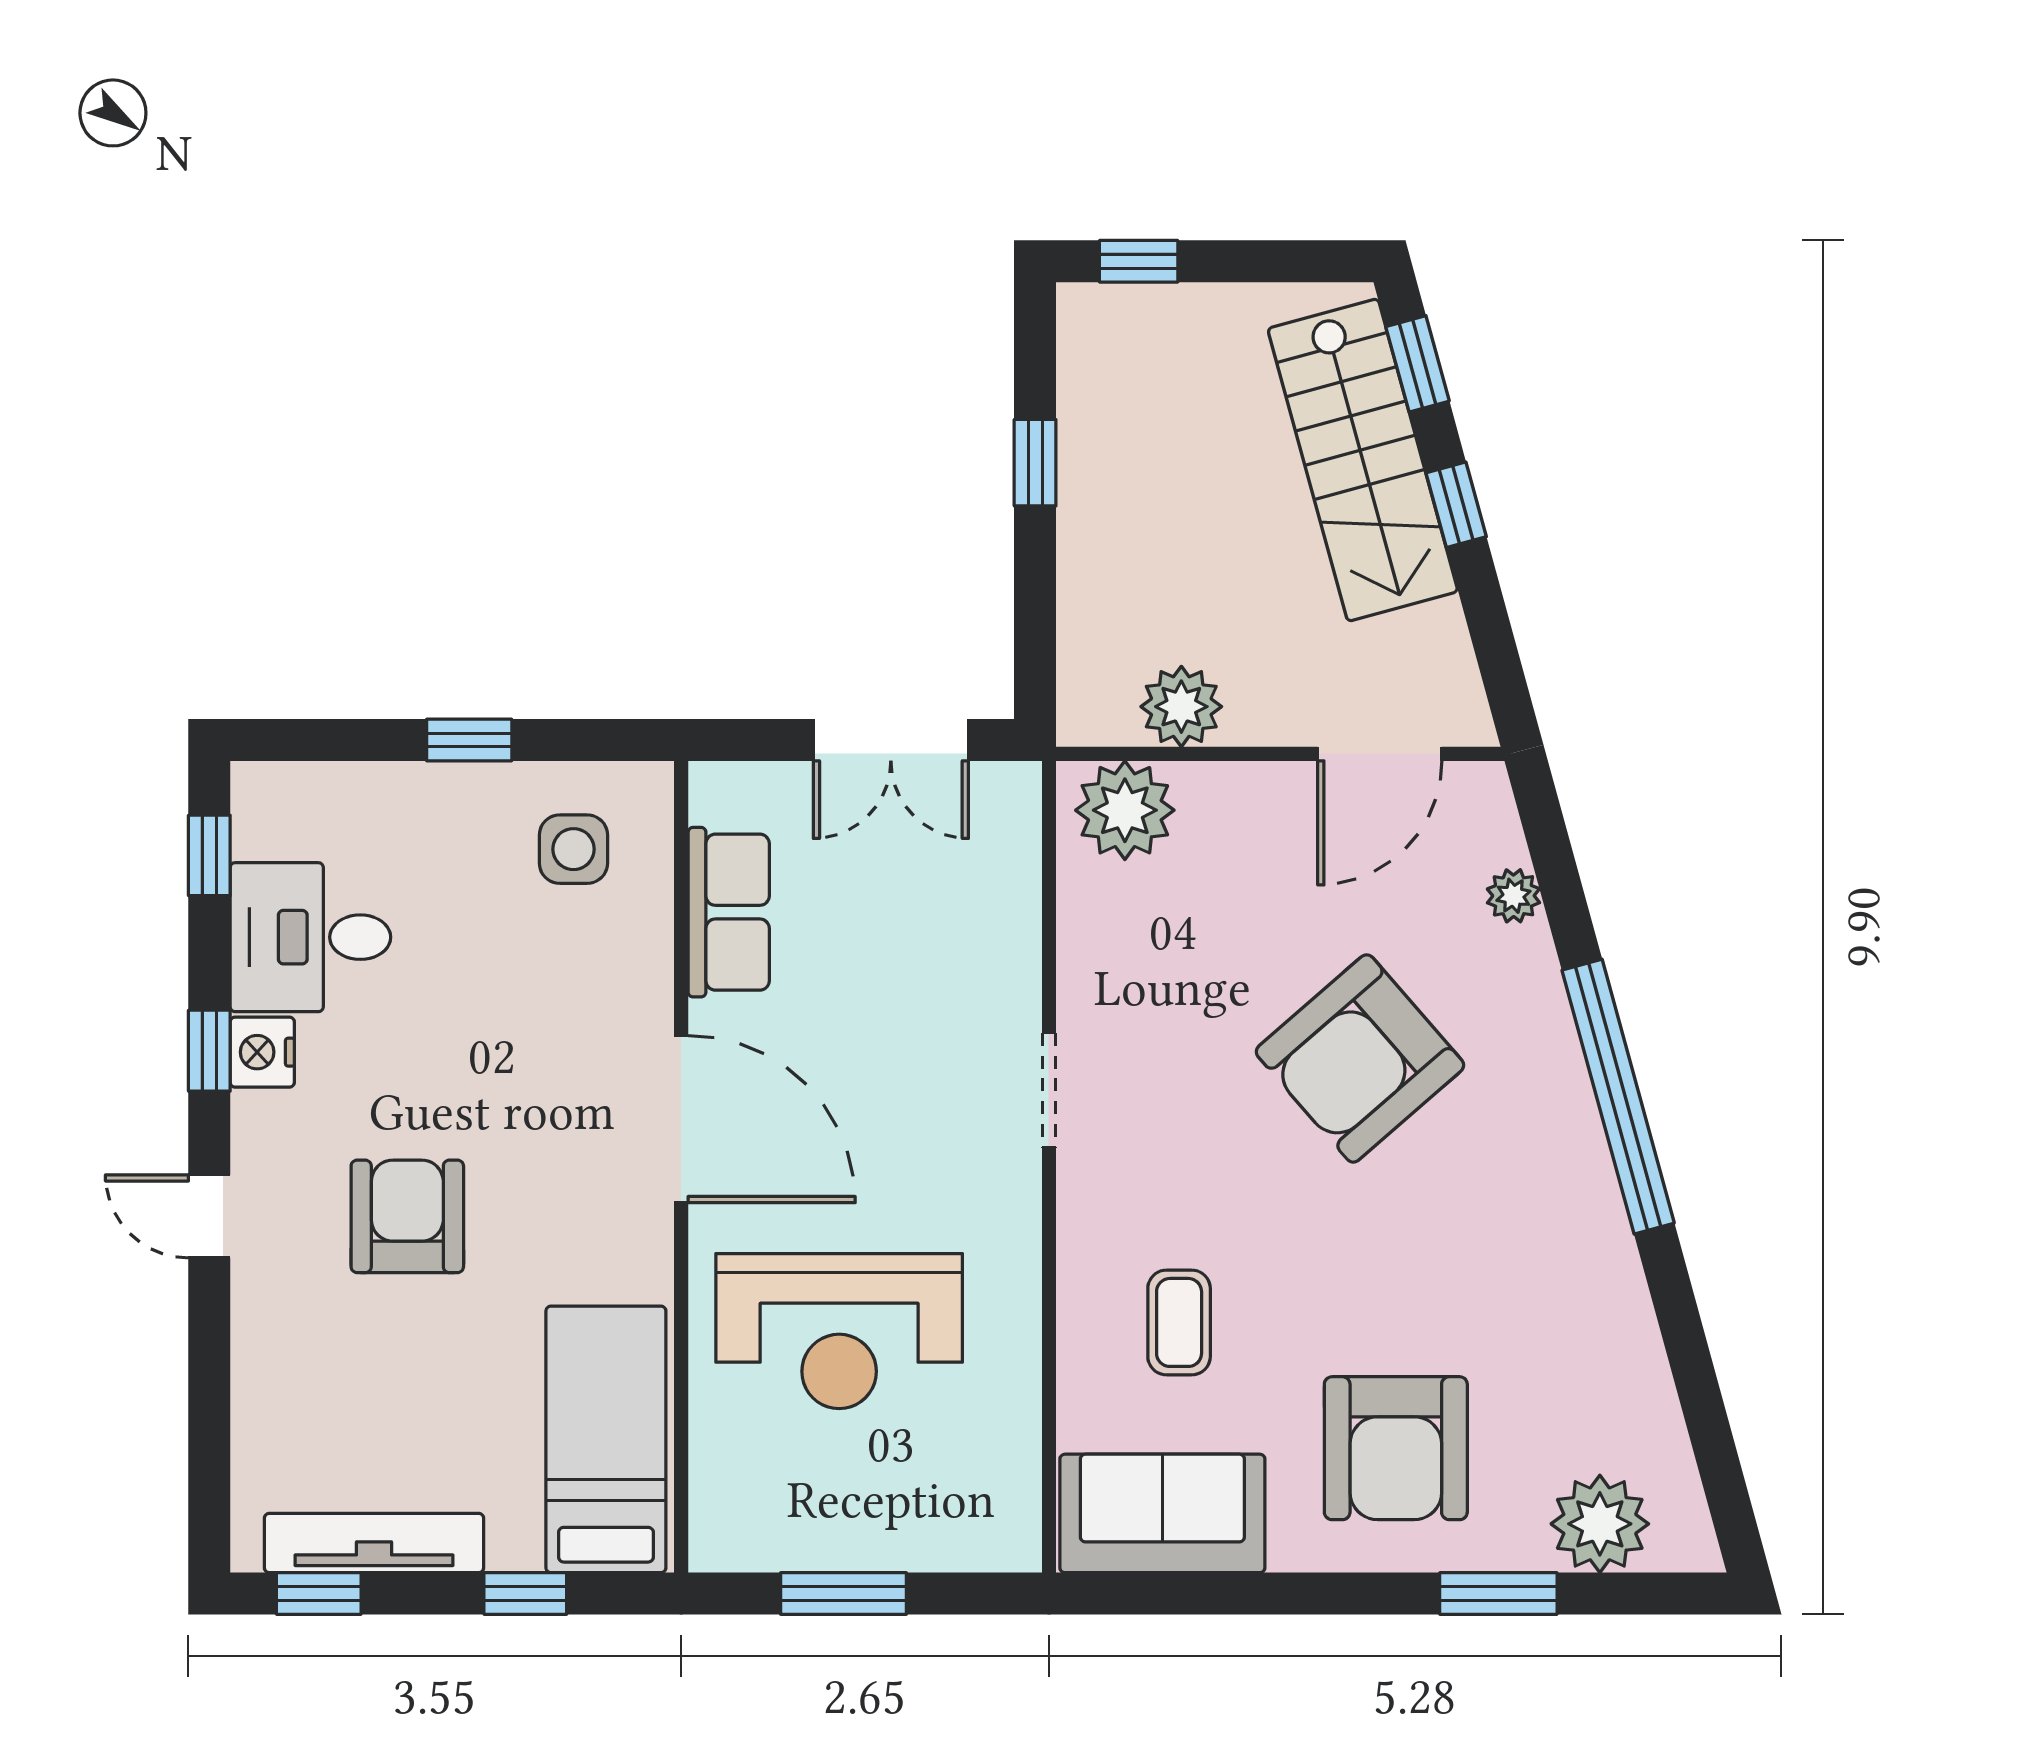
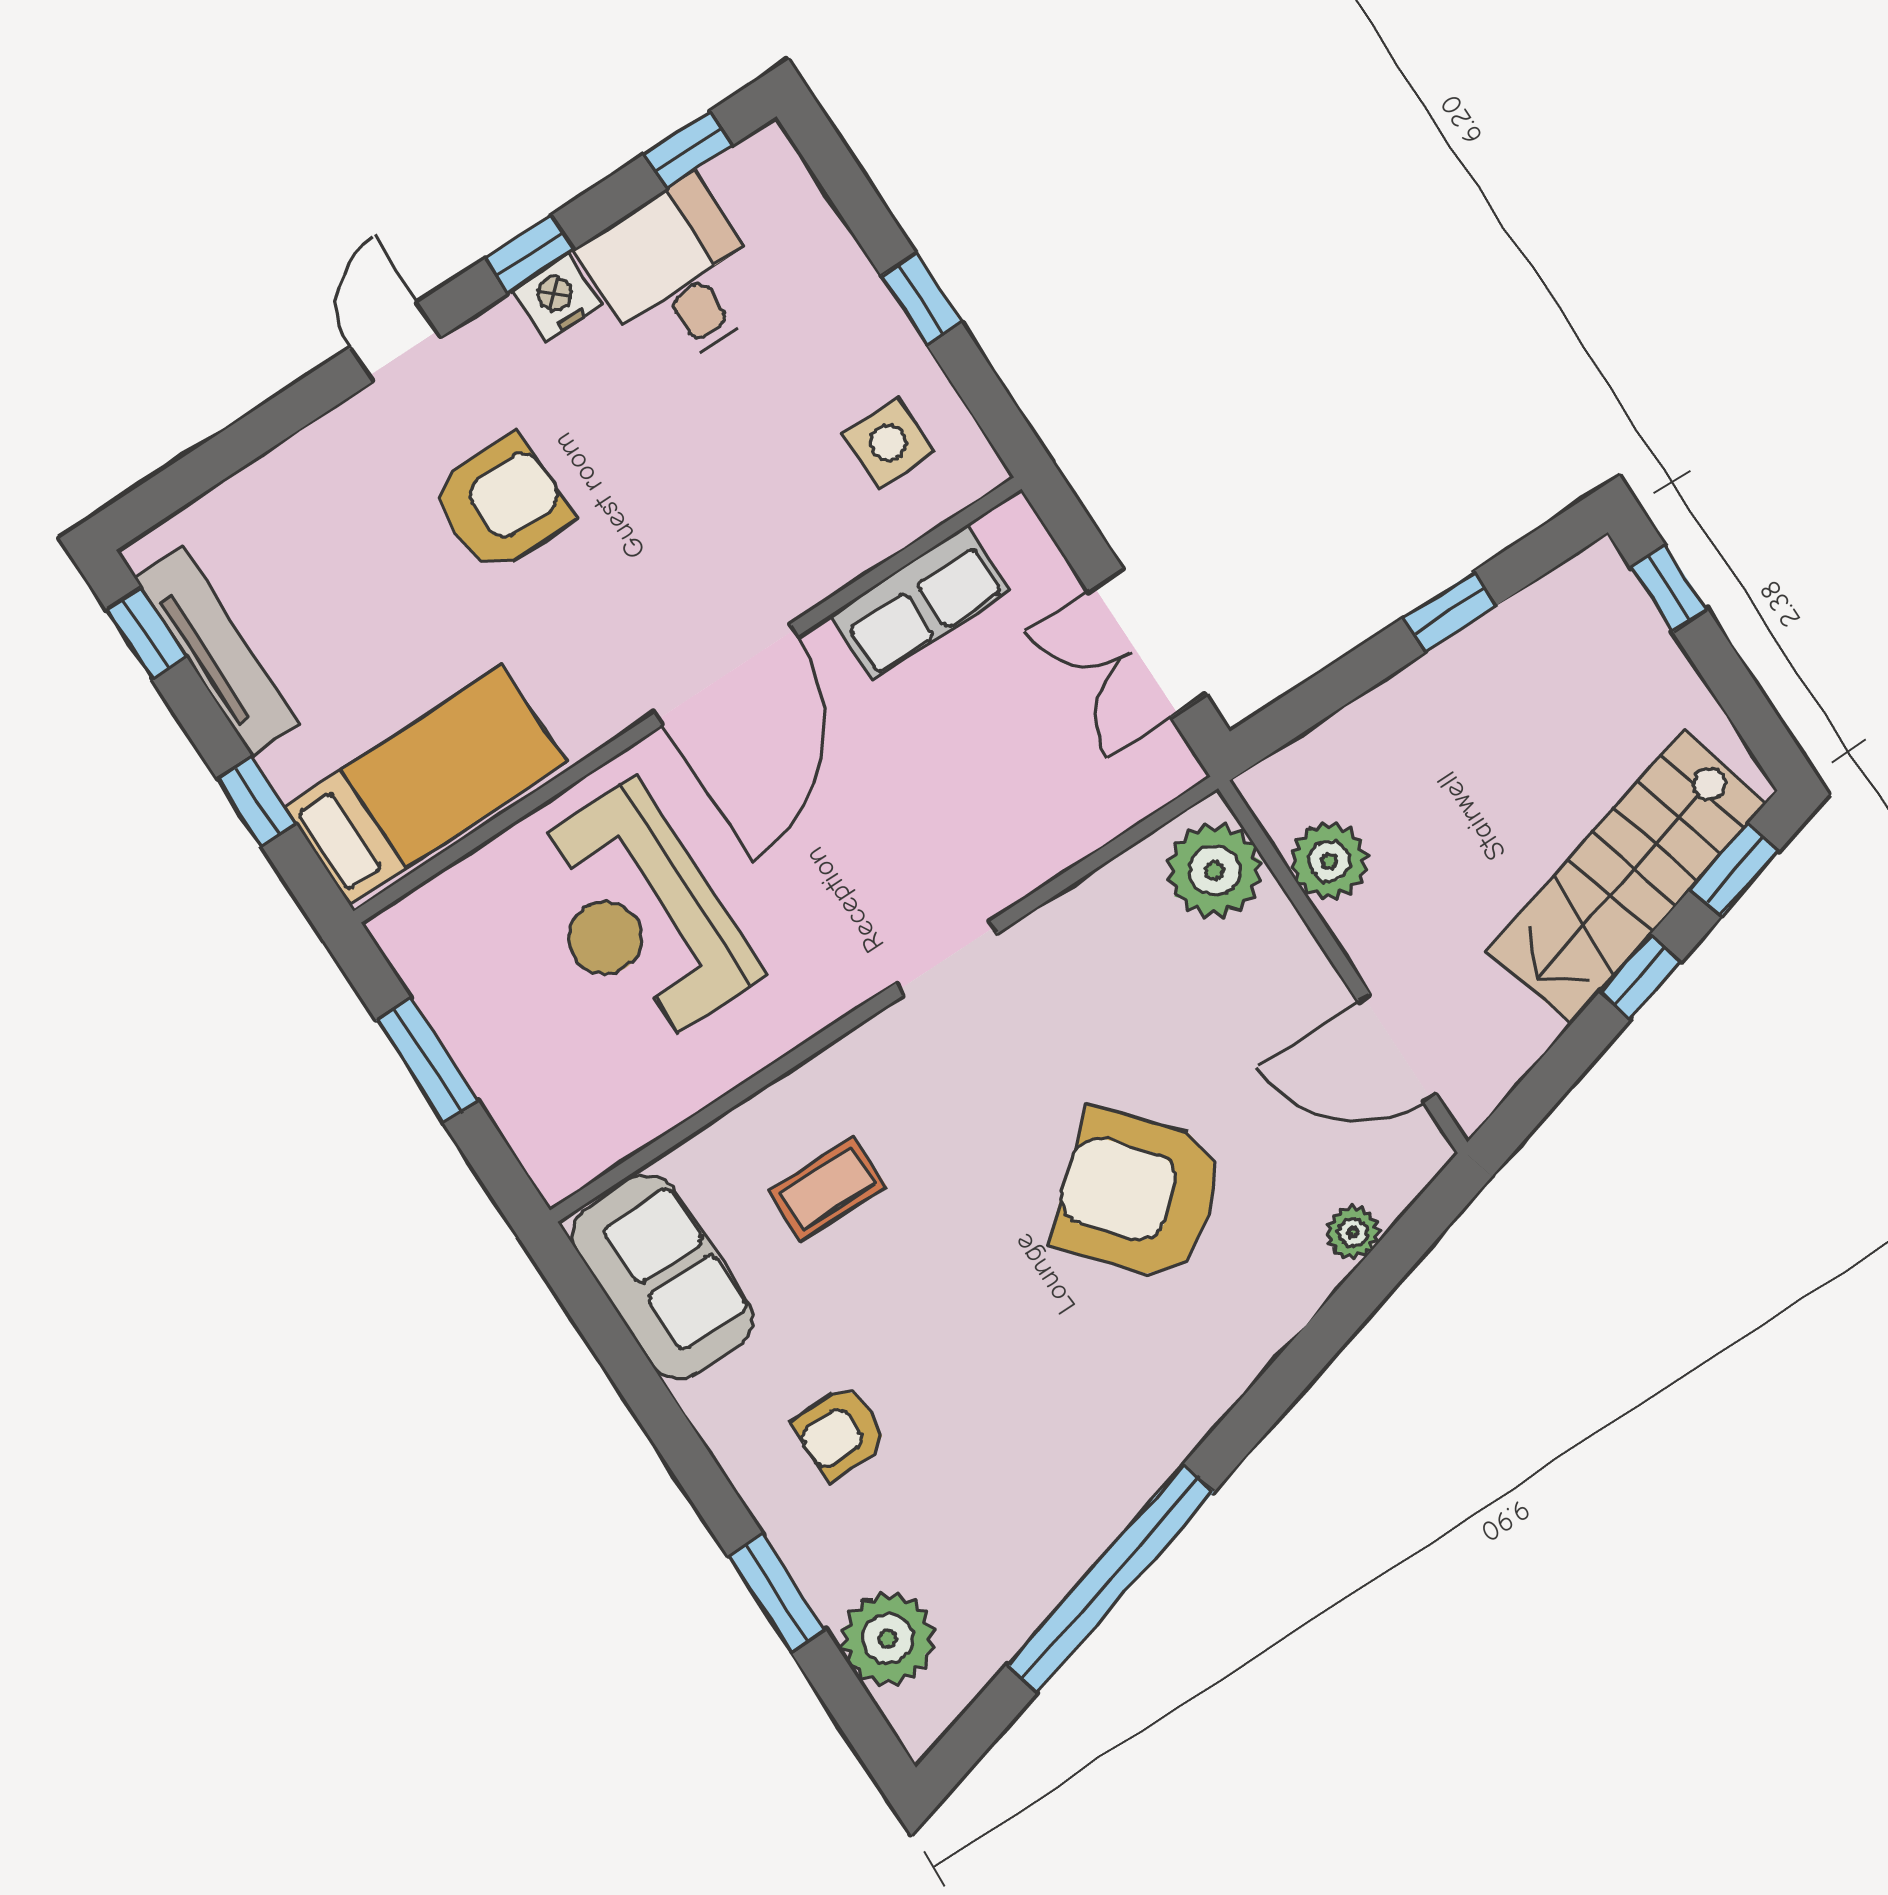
window: (1618, 1097) -> (1110, 1578), moved
armchair: (1396, 1448) -> (840, 1432), width x0.53, depth x0.53

